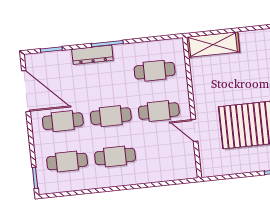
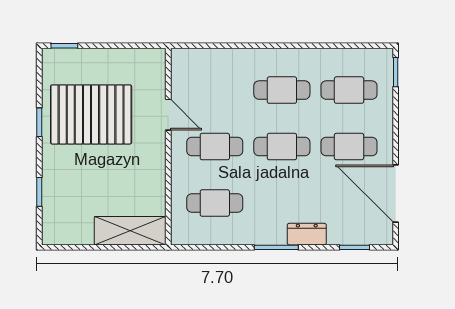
dresser: (92, 55) -> (307, 234), width x0.70

